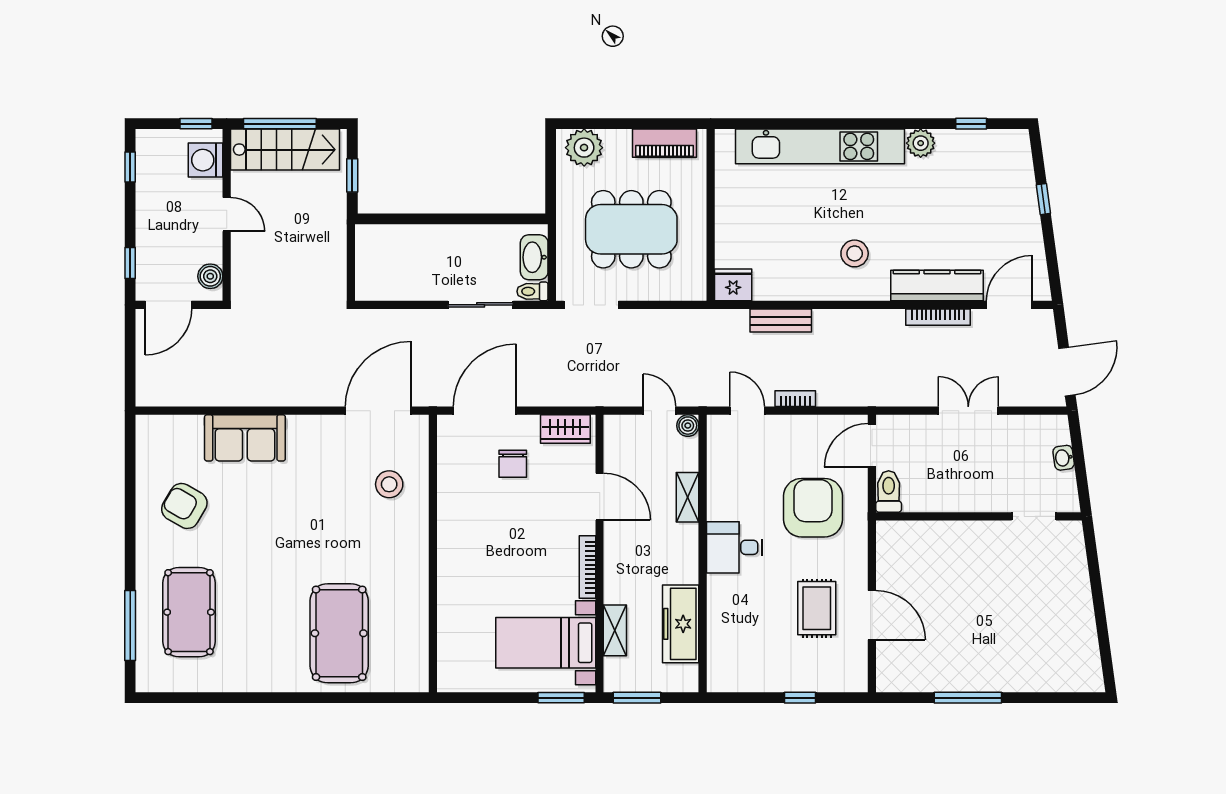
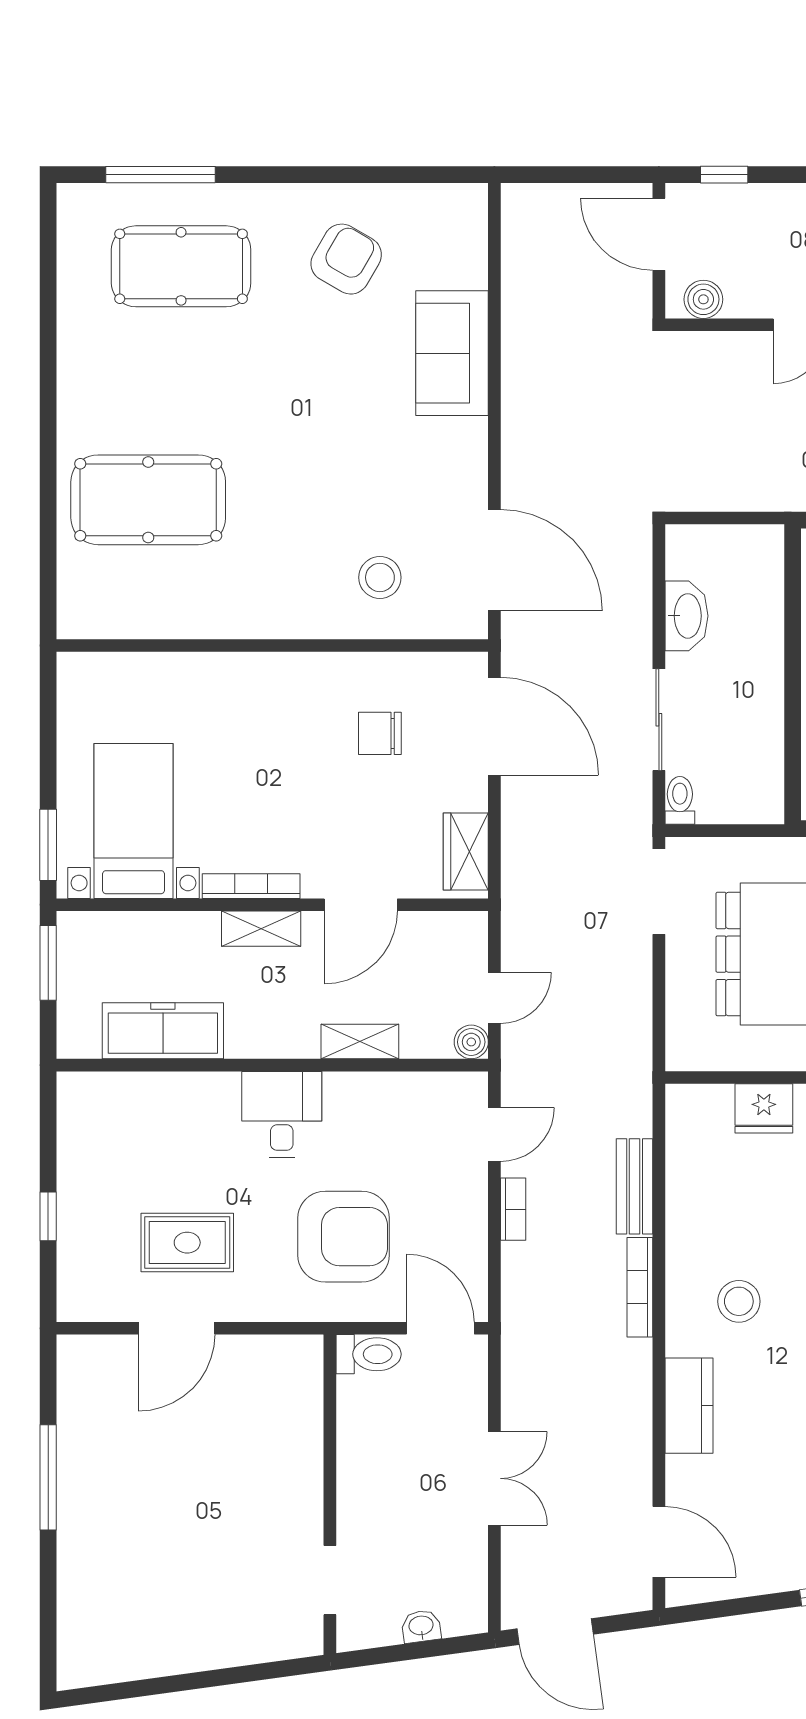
washbasin: (534, 257) -> (686, 616), moved, turned 90
fridge: (733, 285) -> (764, 1108), moved, turned 90
kitchen counter: (937, 286) -> (689, 1406), width x0.67
bookcase: (938, 317) -> (640, 1287), moved
chair: (513, 464) -> (380, 733), moved
shelving: (615, 630) -> (261, 929), moved

